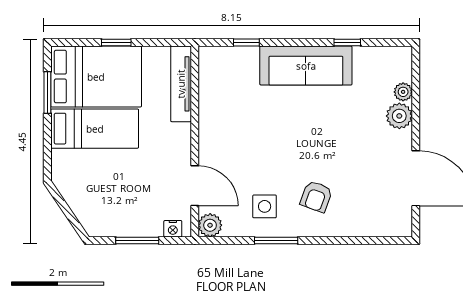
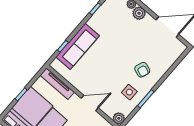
sofa: (306, 66) -> (78, 46), moved
door: (195, 186) -> (90, 103), moved

